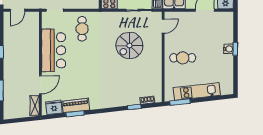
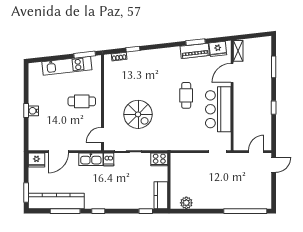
cafe table: (82, 29) -> (186, 95), moved
spiral stairs: (129, 45) -> (138, 114), turned 90

